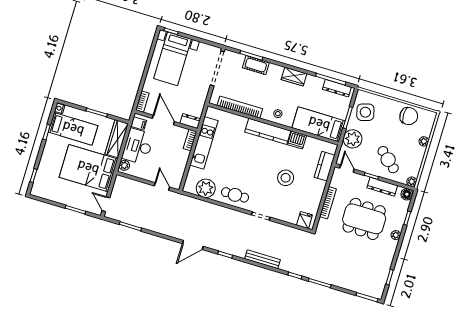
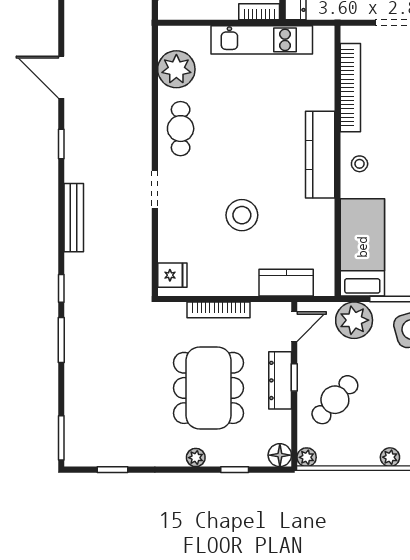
dishwasher: (297, 140) -> (320, 215), removed
dresser: (382, 187) -> (280, 380), moved

